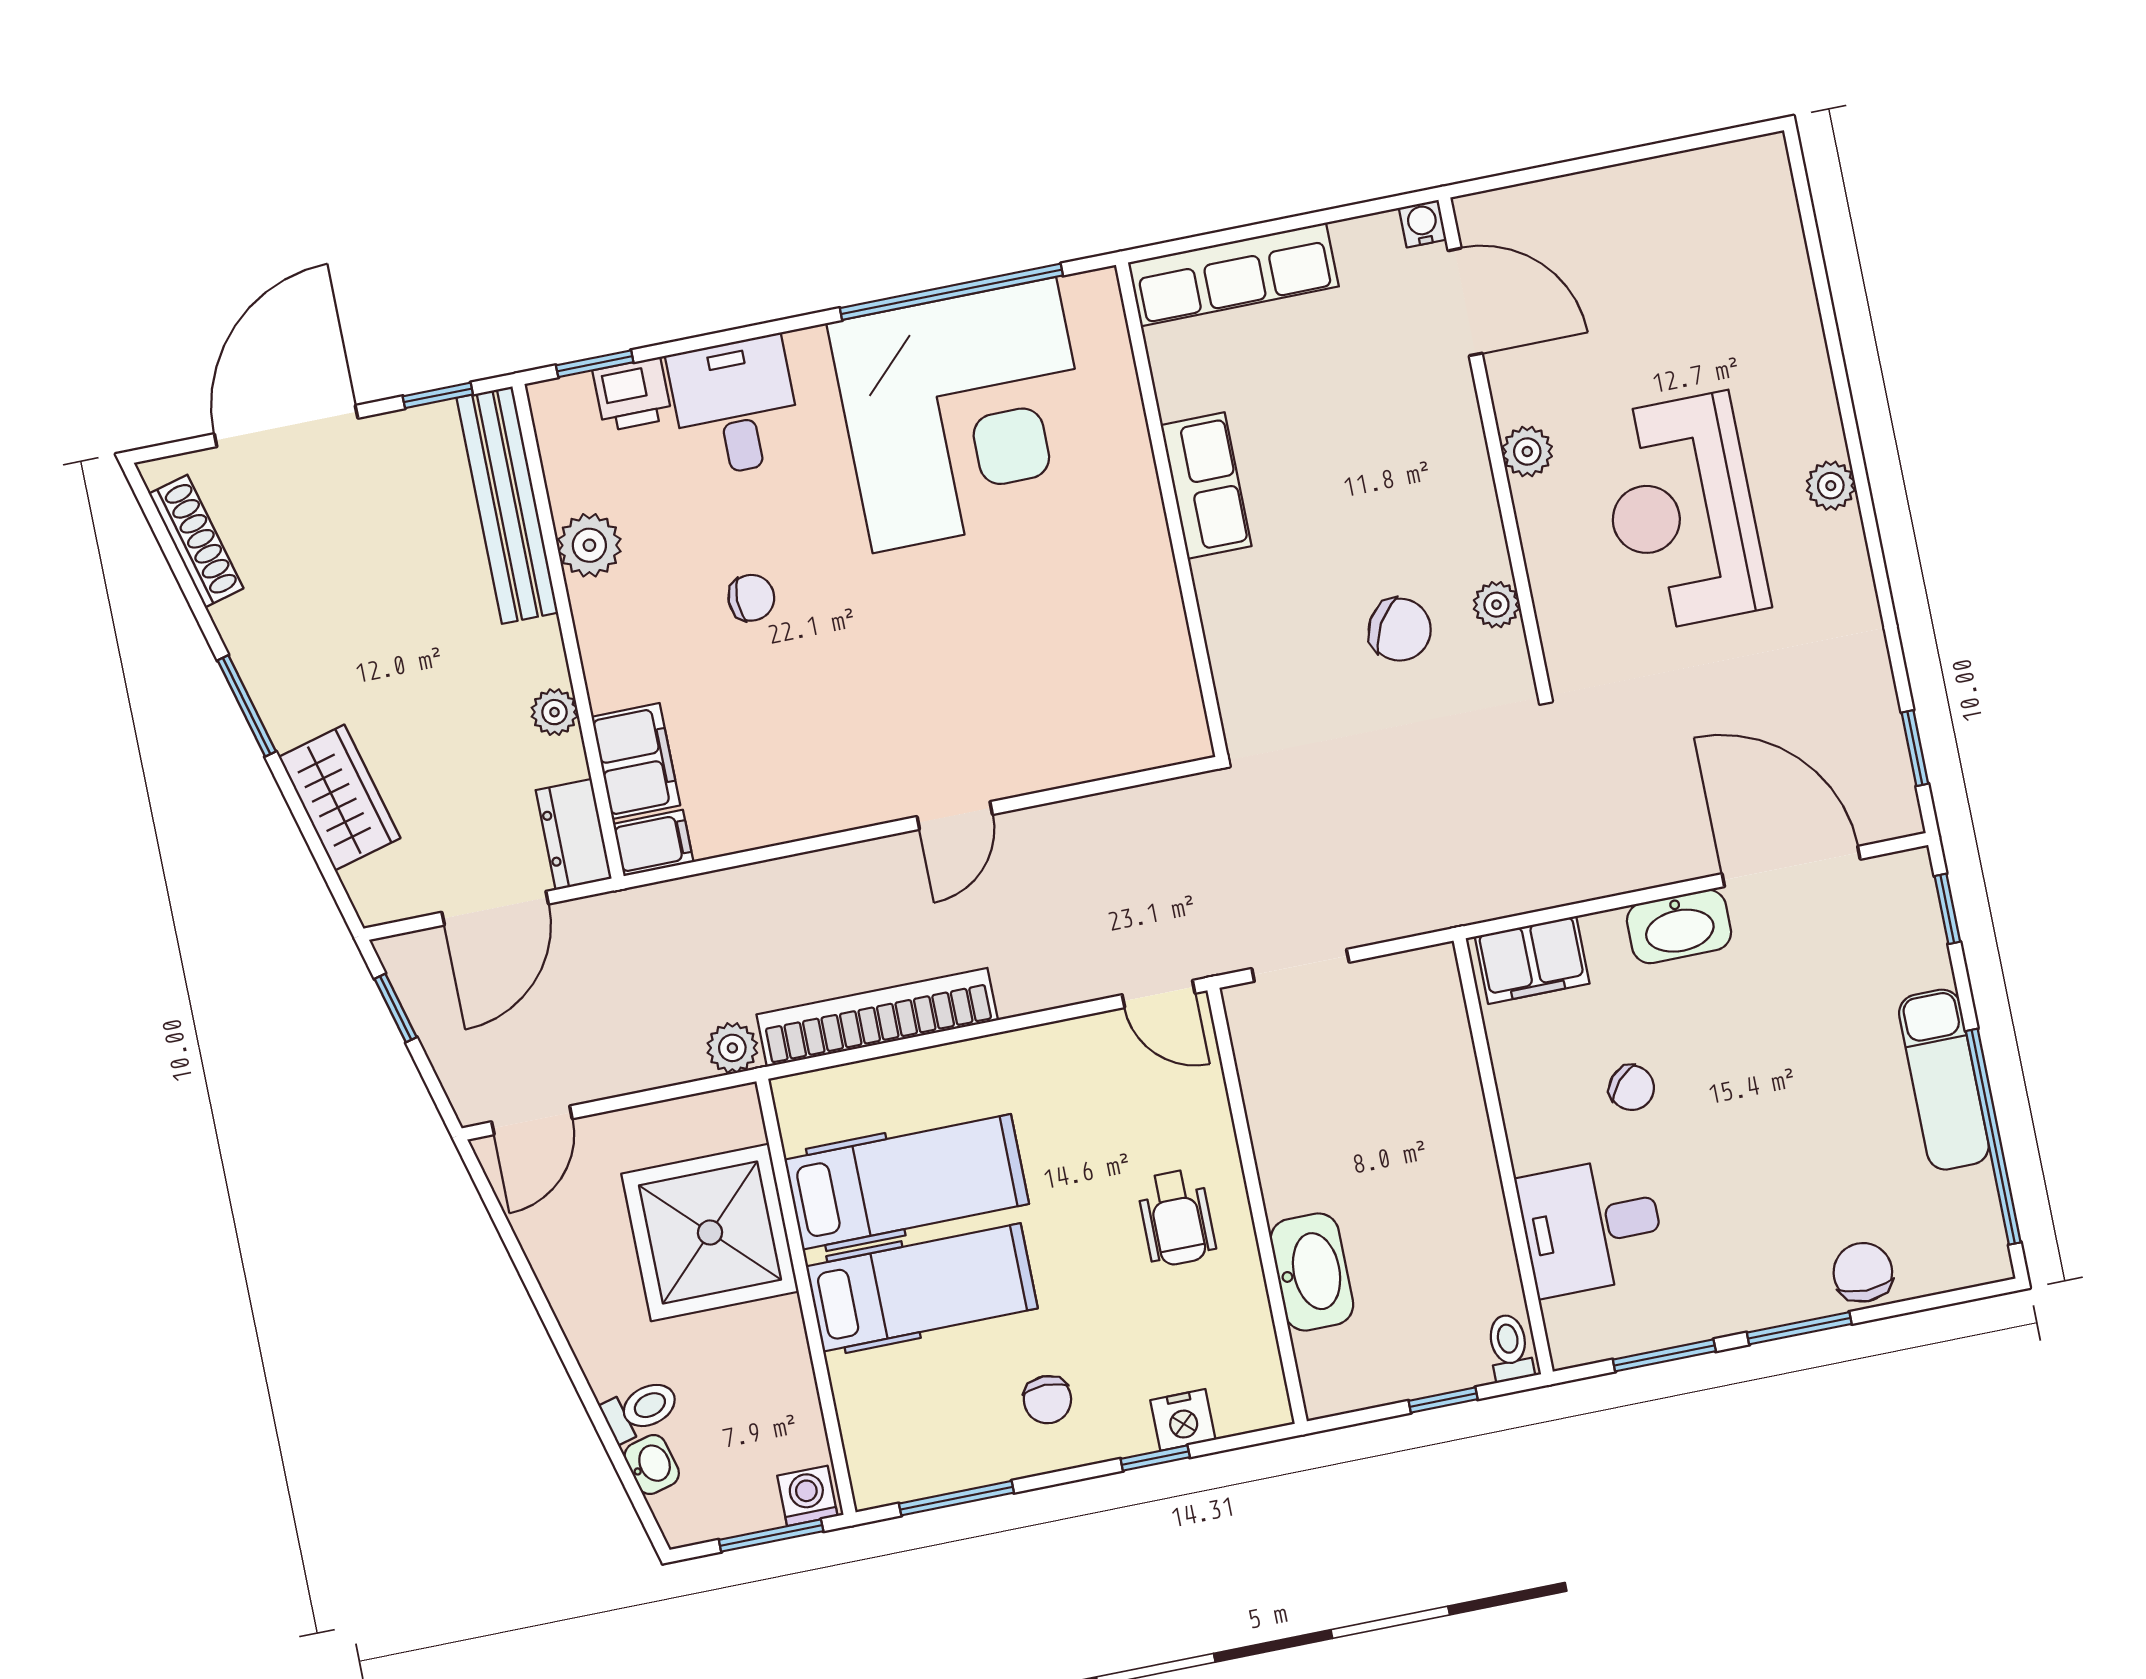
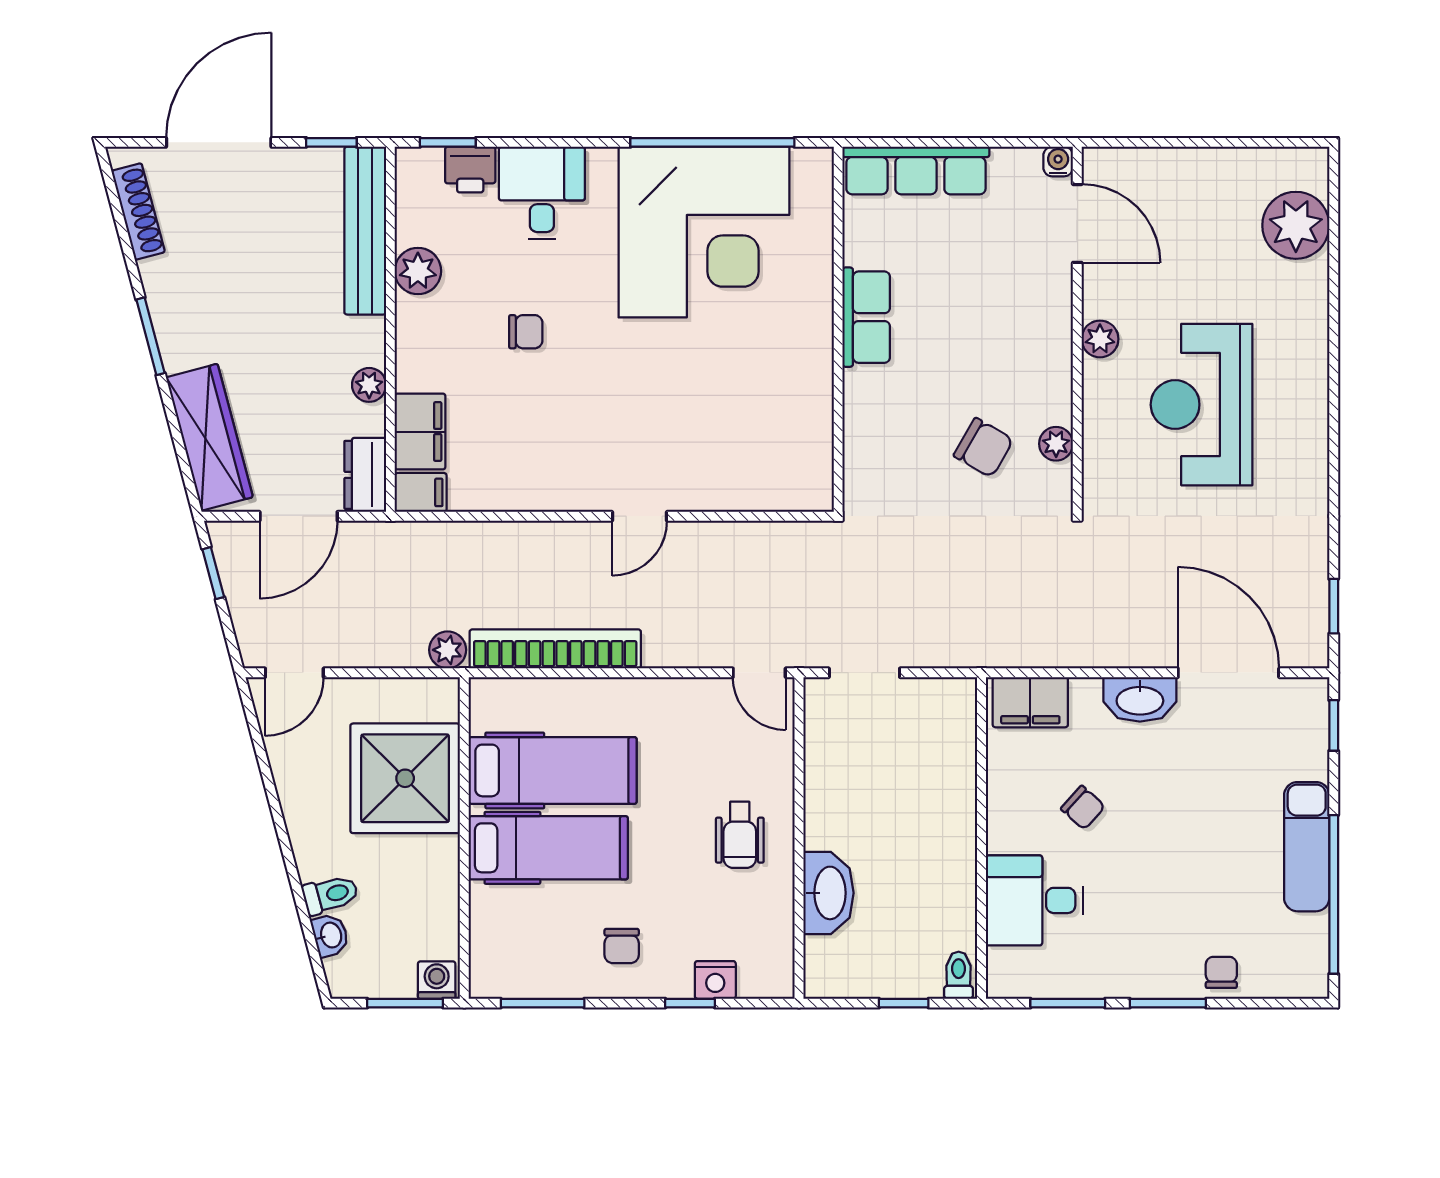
plant: (1831, 486) -> (1296, 225), moved, width x1.88, depth x1.88
wardrobe: (340, 798) -> (209, 437), width x1.50
chair: (1863, 1272) -> (1221, 972), width x0.73, depth x0.73

